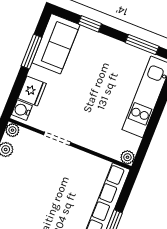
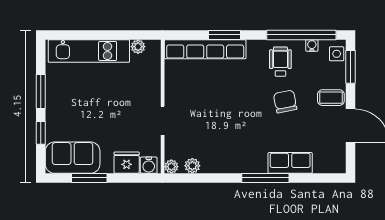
window: (142, 44) -> (41, 92), moved
plant: (127, 157) -> (138, 47), moved

